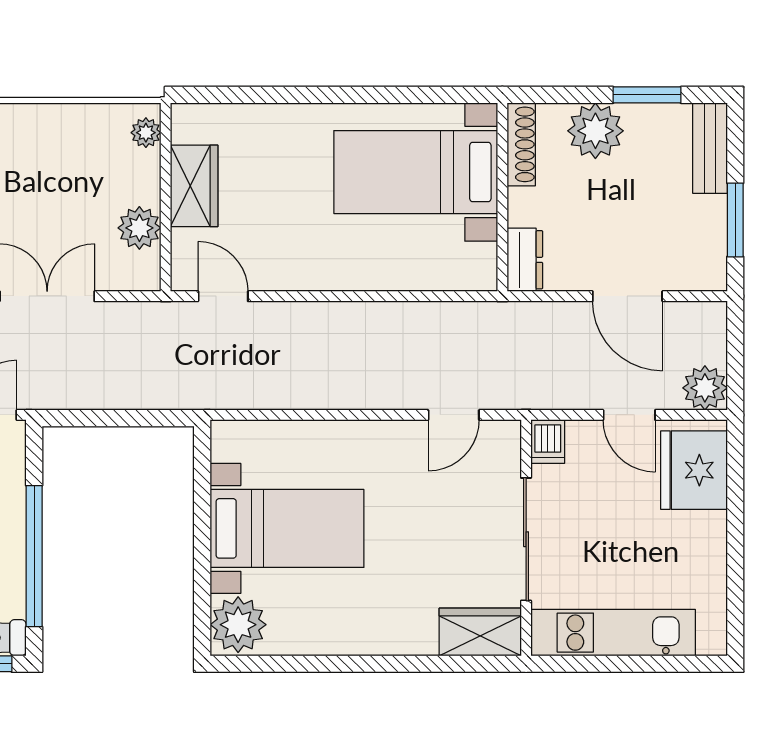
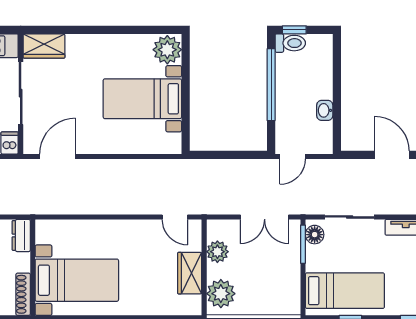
plant: (146, 133) -> (221, 294), width x1.88, depth x1.88
door: (454, 415) -> (58, 156), width x1.37

